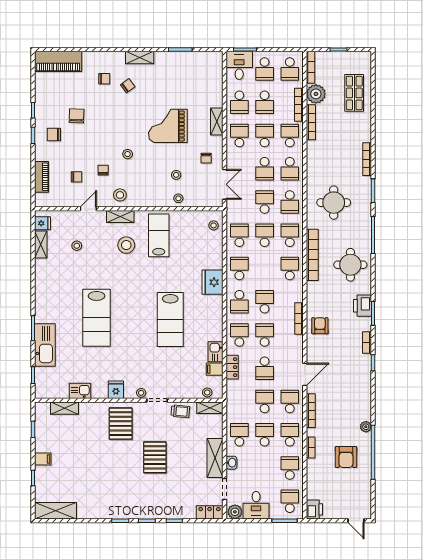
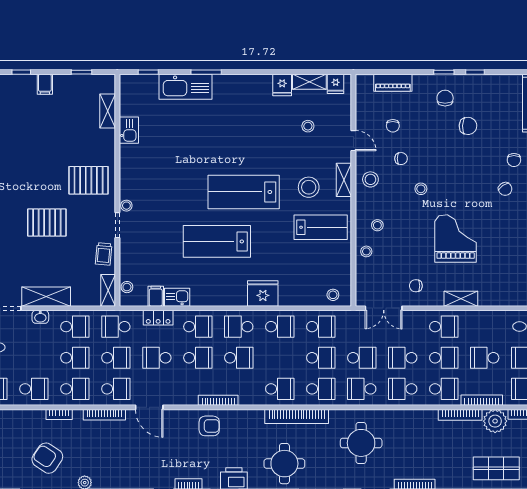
school desk: (239, 102) -> (116, 327), moved
stool: (176, 175) -> (377, 225), moved
lab bench: (97, 318) -> (244, 192), moved
fridge: (116, 390) -> (282, 85), moved, turned 90
armchair: (346, 457) -> (47, 458), turned 34

